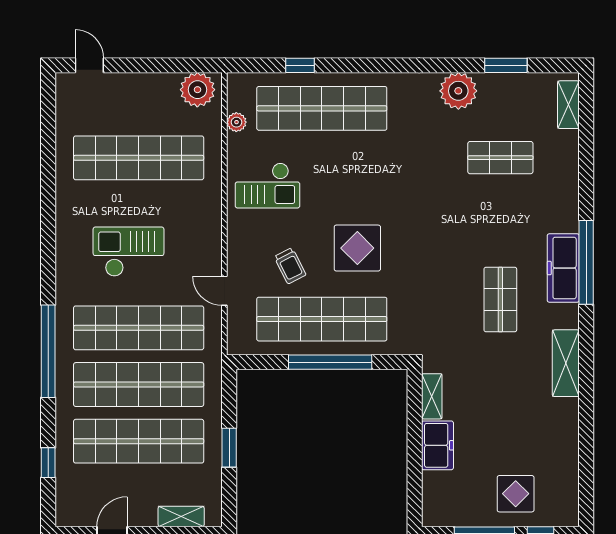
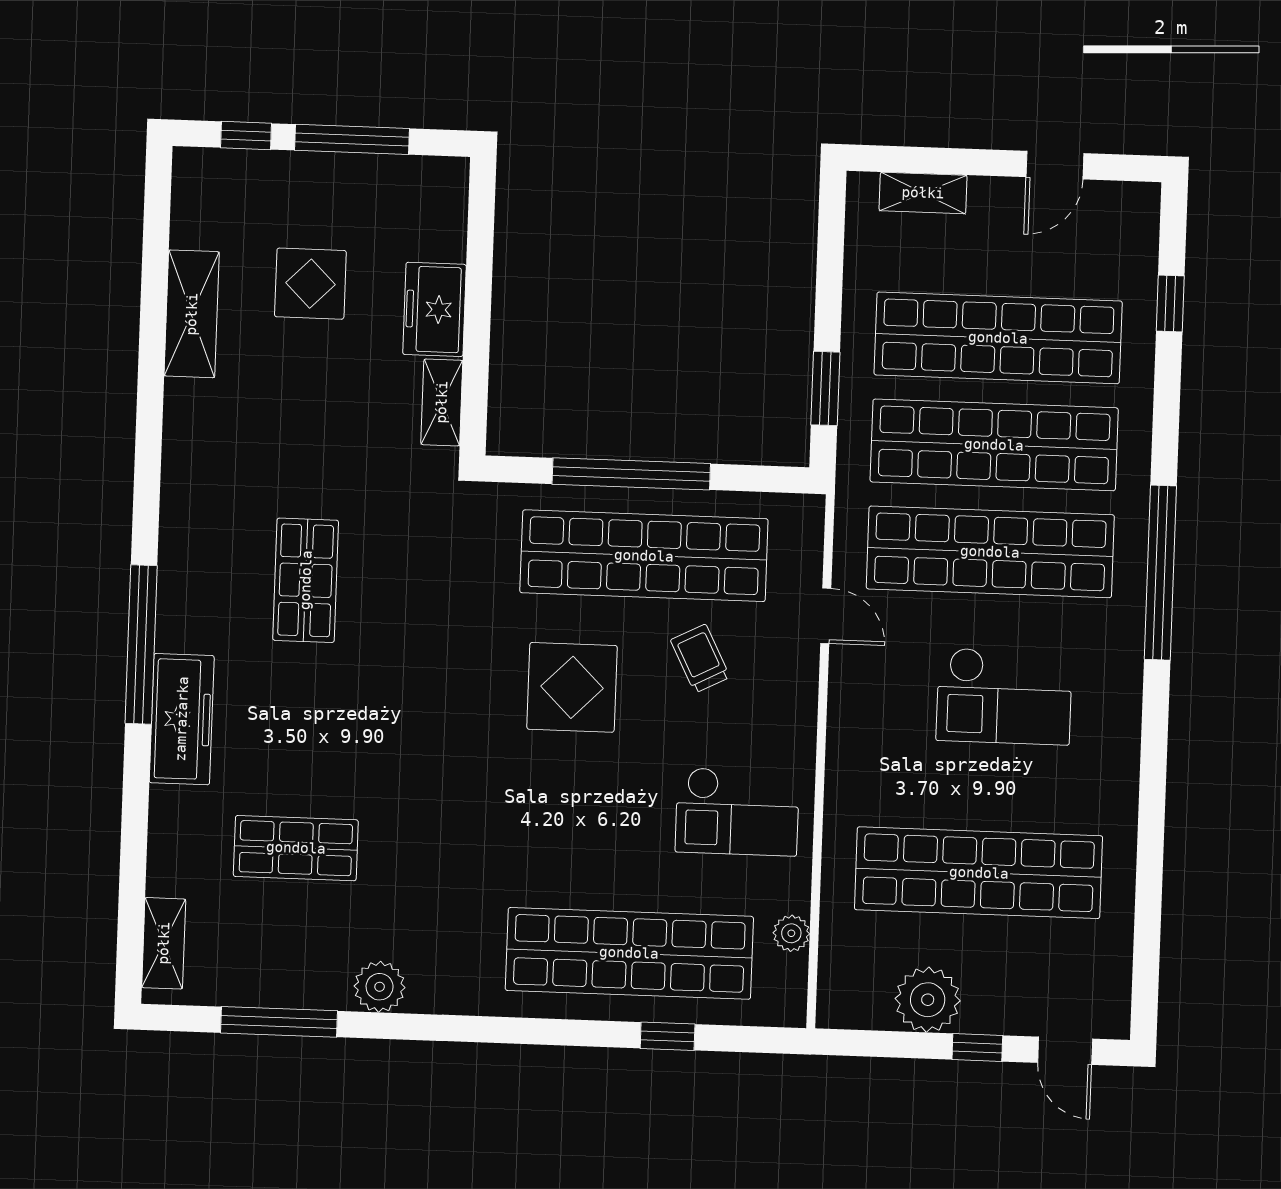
window: (136, 65) -> (977, 1048), added
window: (506, 65) -> (279, 1022), width x1.44
plant: (197, 90) -> (928, 1000), moved
plant: (458, 91) -> (380, 987), width x0.73, depth x0.73
checkout: (267, 185) -> (737, 812), turned 180
freezer: (563, 268) -> (182, 719), moved
window: (48, 351) -> (1160, 573), moved
shelving: (566, 363) -> (192, 314), moved
window: (229, 448) -> (825, 388), moved
display table: (516, 494) -> (310, 284), moved

